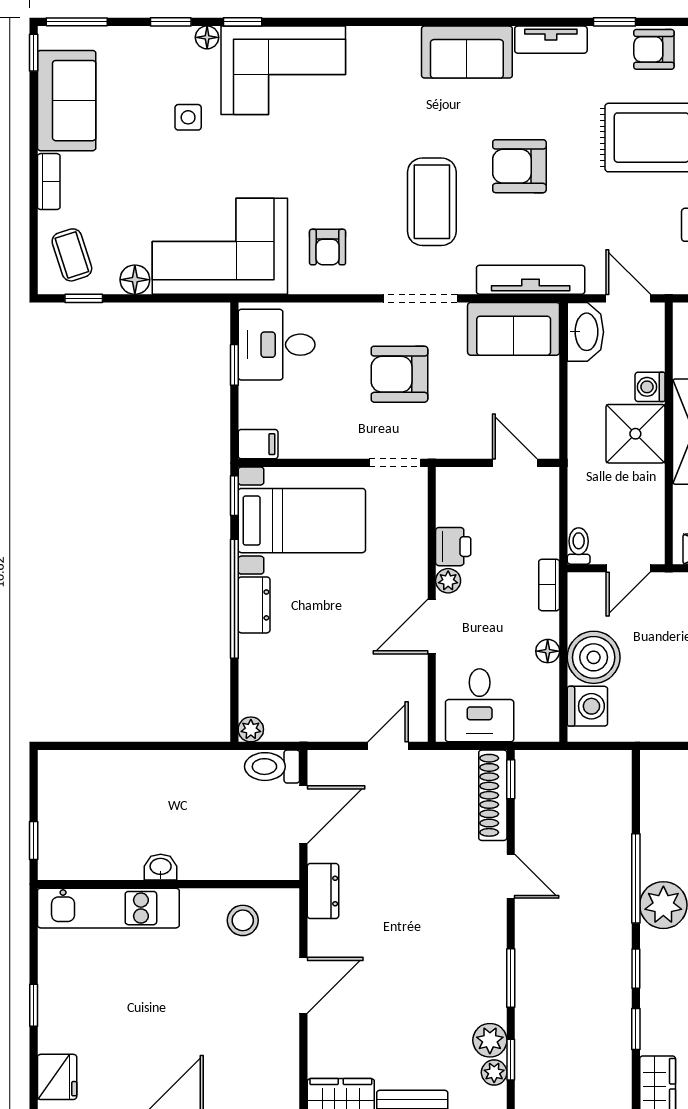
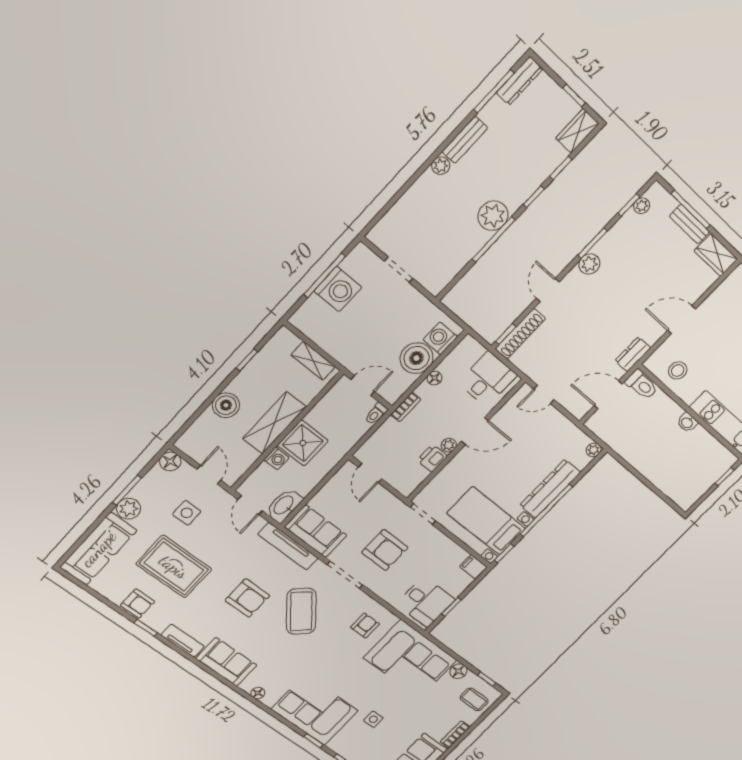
floor lamp: (207, 37) -> (258, 693), moved
coffee table: (432, 202) -> (301, 611), turned -41
coffee table: (72, 255) -> (474, 699), turned -72
dresser: (254, 605) -> (550, 489), width x1.96, depth x1.24
toilet: (272, 767) -> (642, 385), moved
plant: (490, 1040) -> (589, 264), moved

